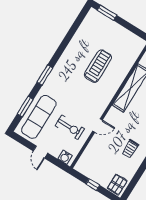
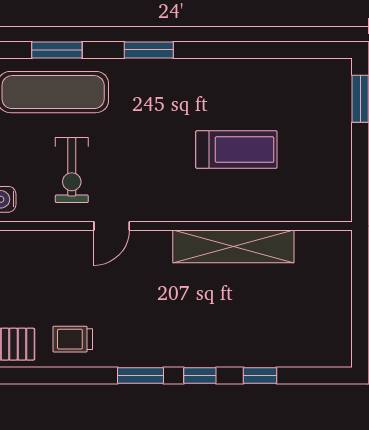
door: (98, 125) -> (112, 226), hinge flipped
trolley: (130, 149) -> (73, 339), moved

